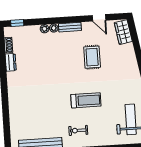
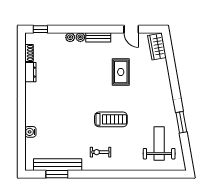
water cooler: (14, 116) -> (30, 132), added

